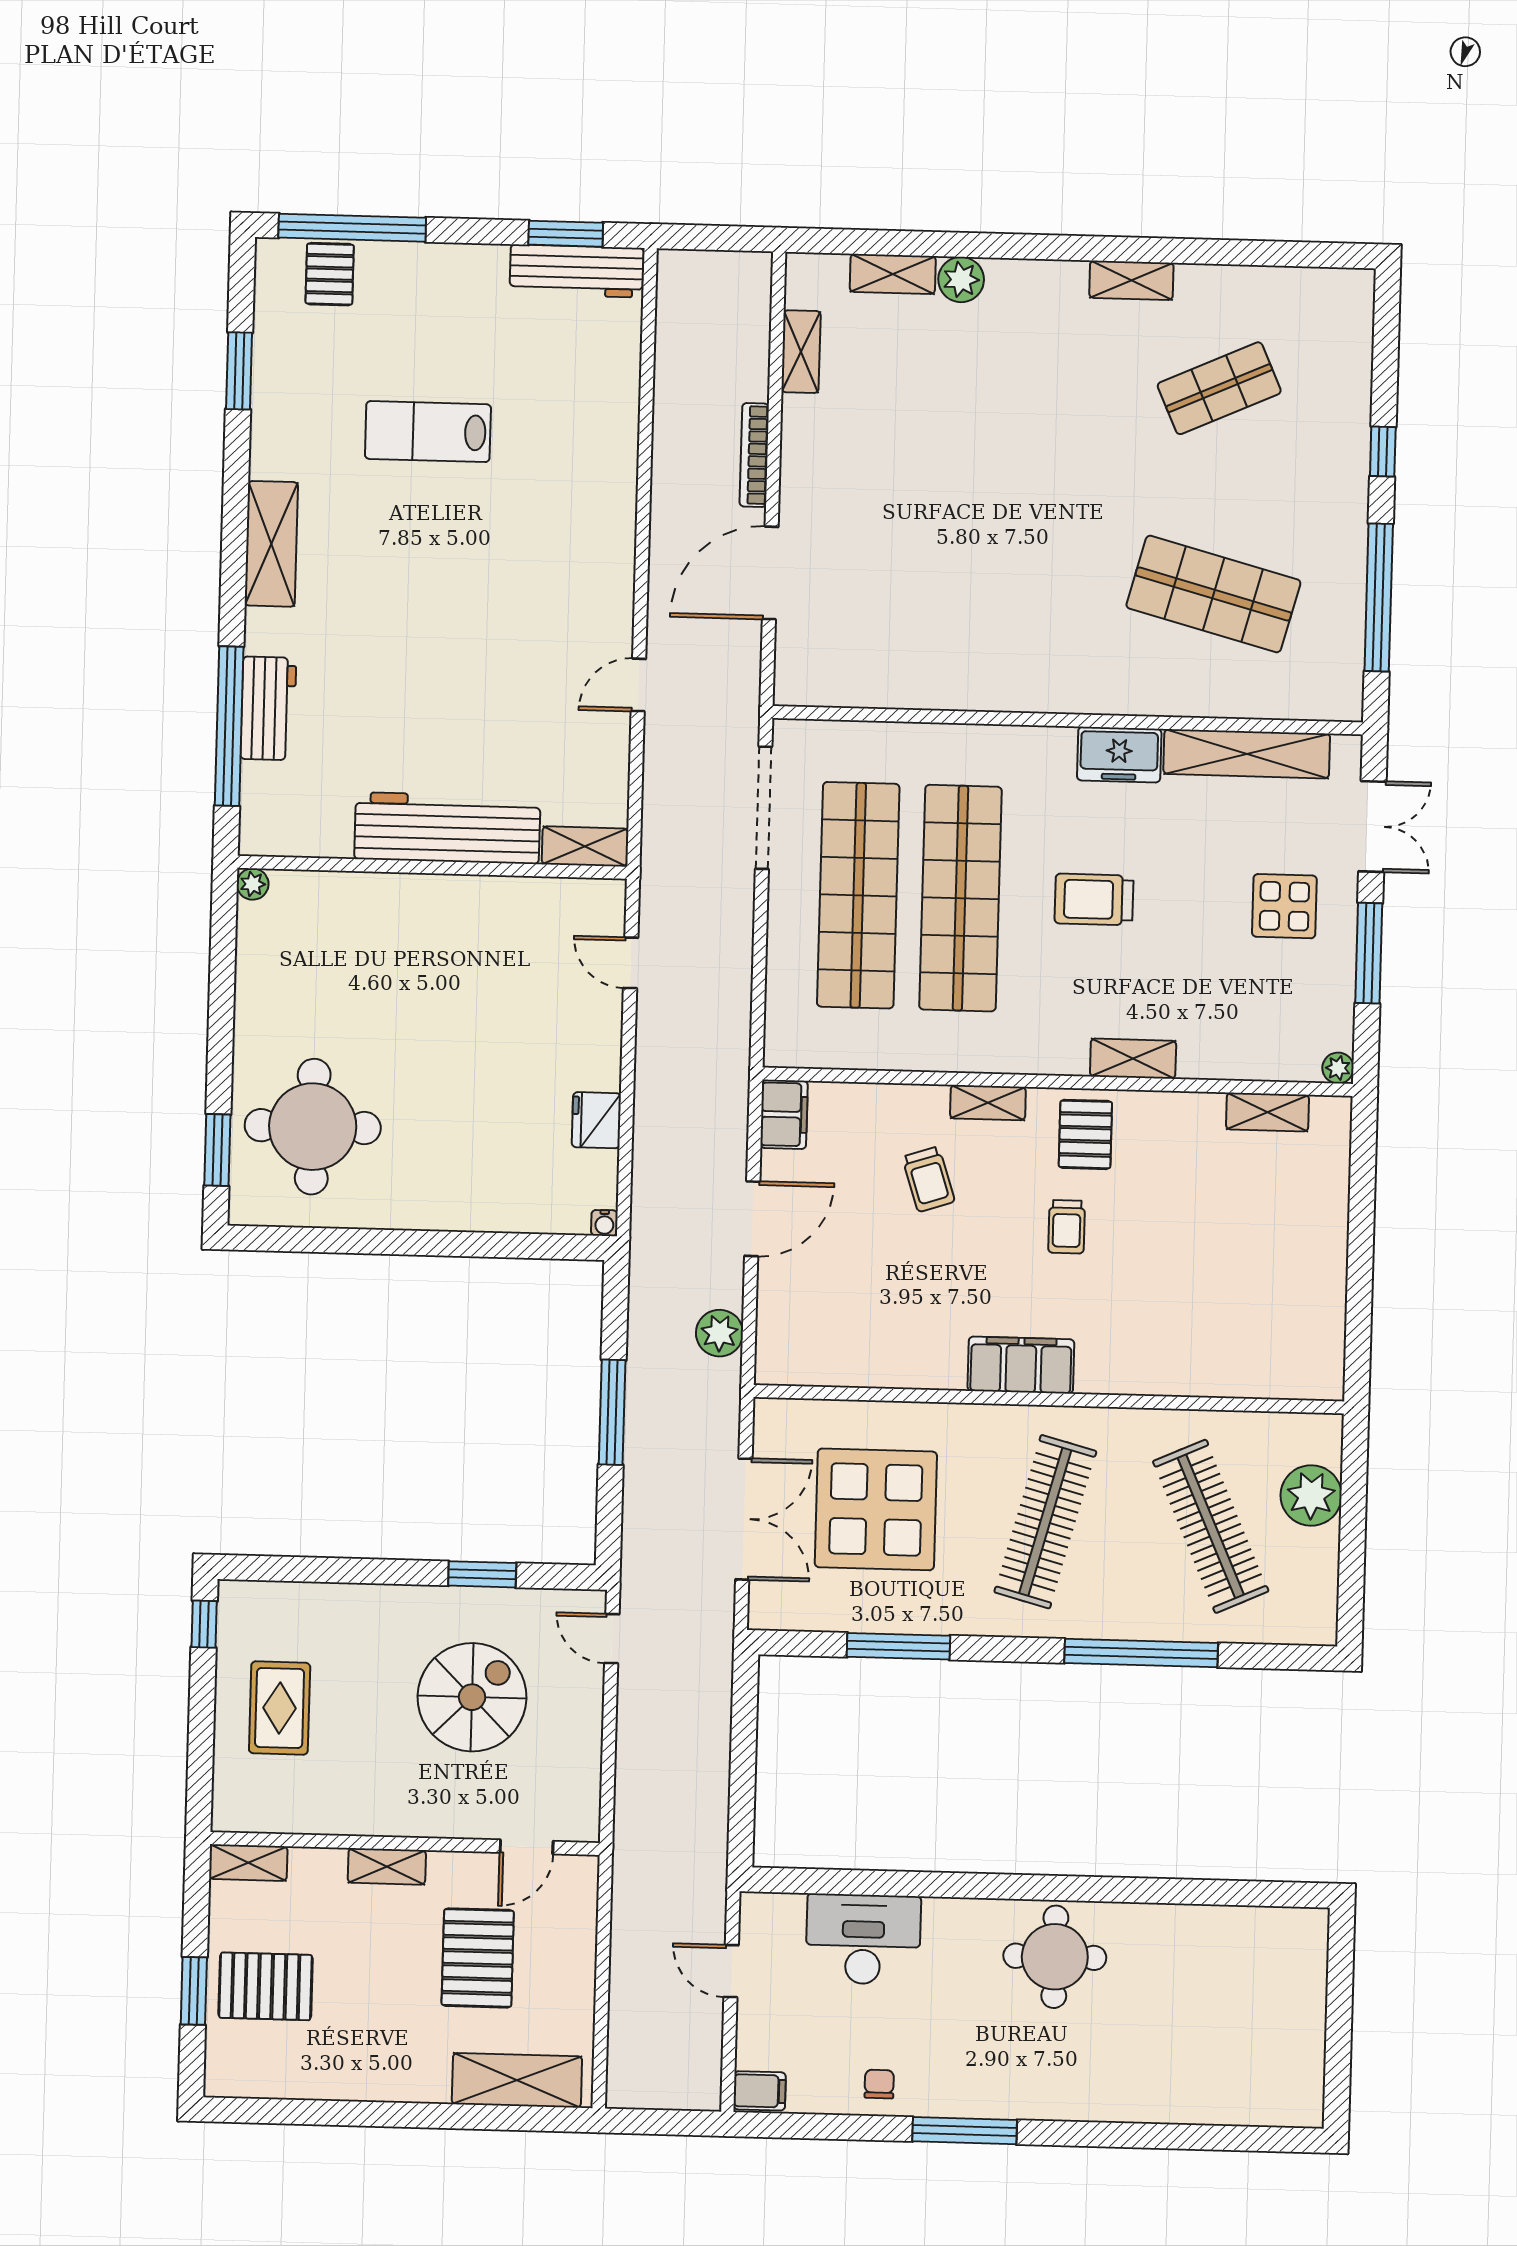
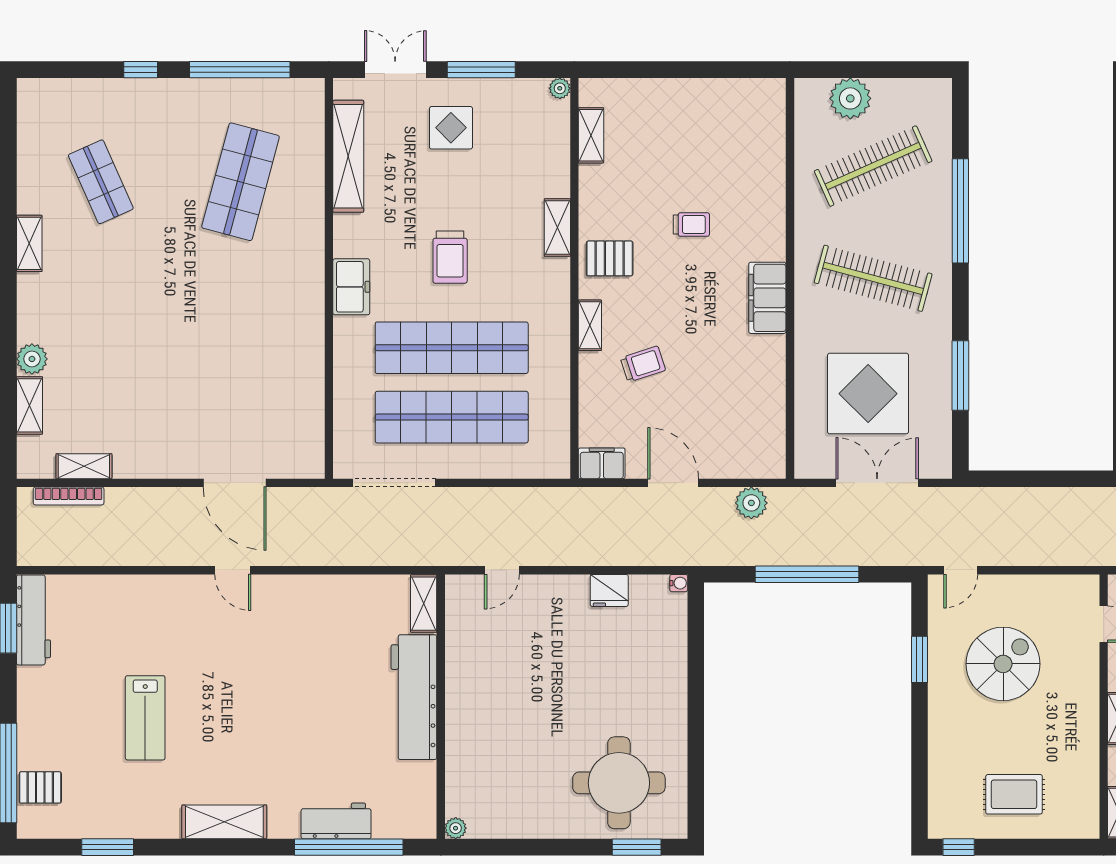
bookcase: (754, 455) -> (69, 496), moved
door: (638, 685) -> (233, 570), moved
freezer: (1119, 755) -> (351, 287), moved
trolley: (1067, 1227) -> (691, 225), moved
window: (612, 1412) -> (807, 574), width x1.46
spiral stairs: (472, 1697) -> (1003, 664), turned 90

